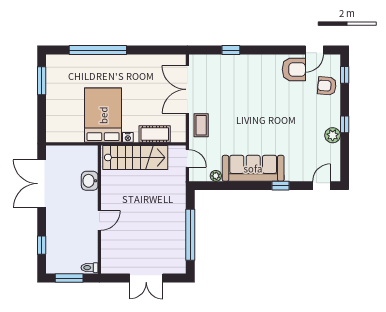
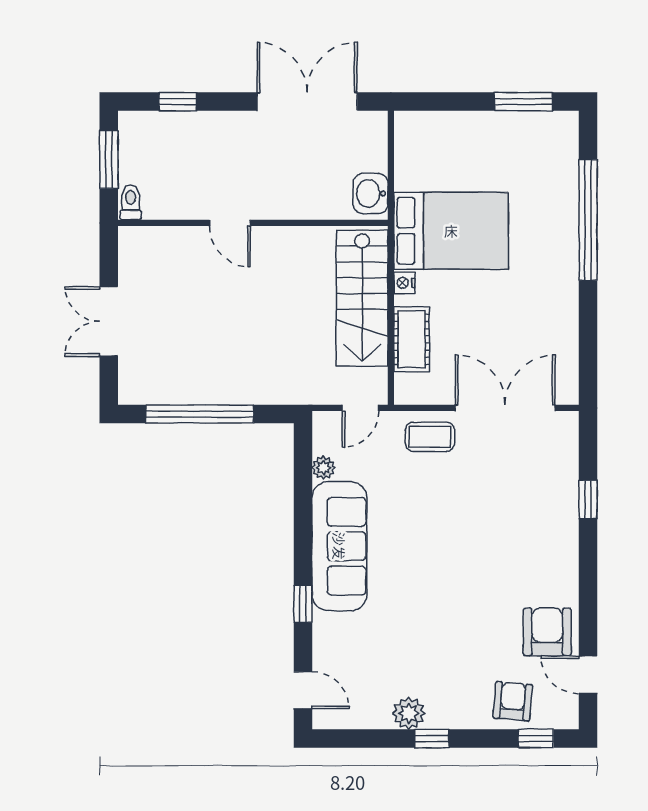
armchair: (294, 69) -> (547, 632), turned 180
washbasin: (90, 181) -> (371, 193), moved, turned -90

